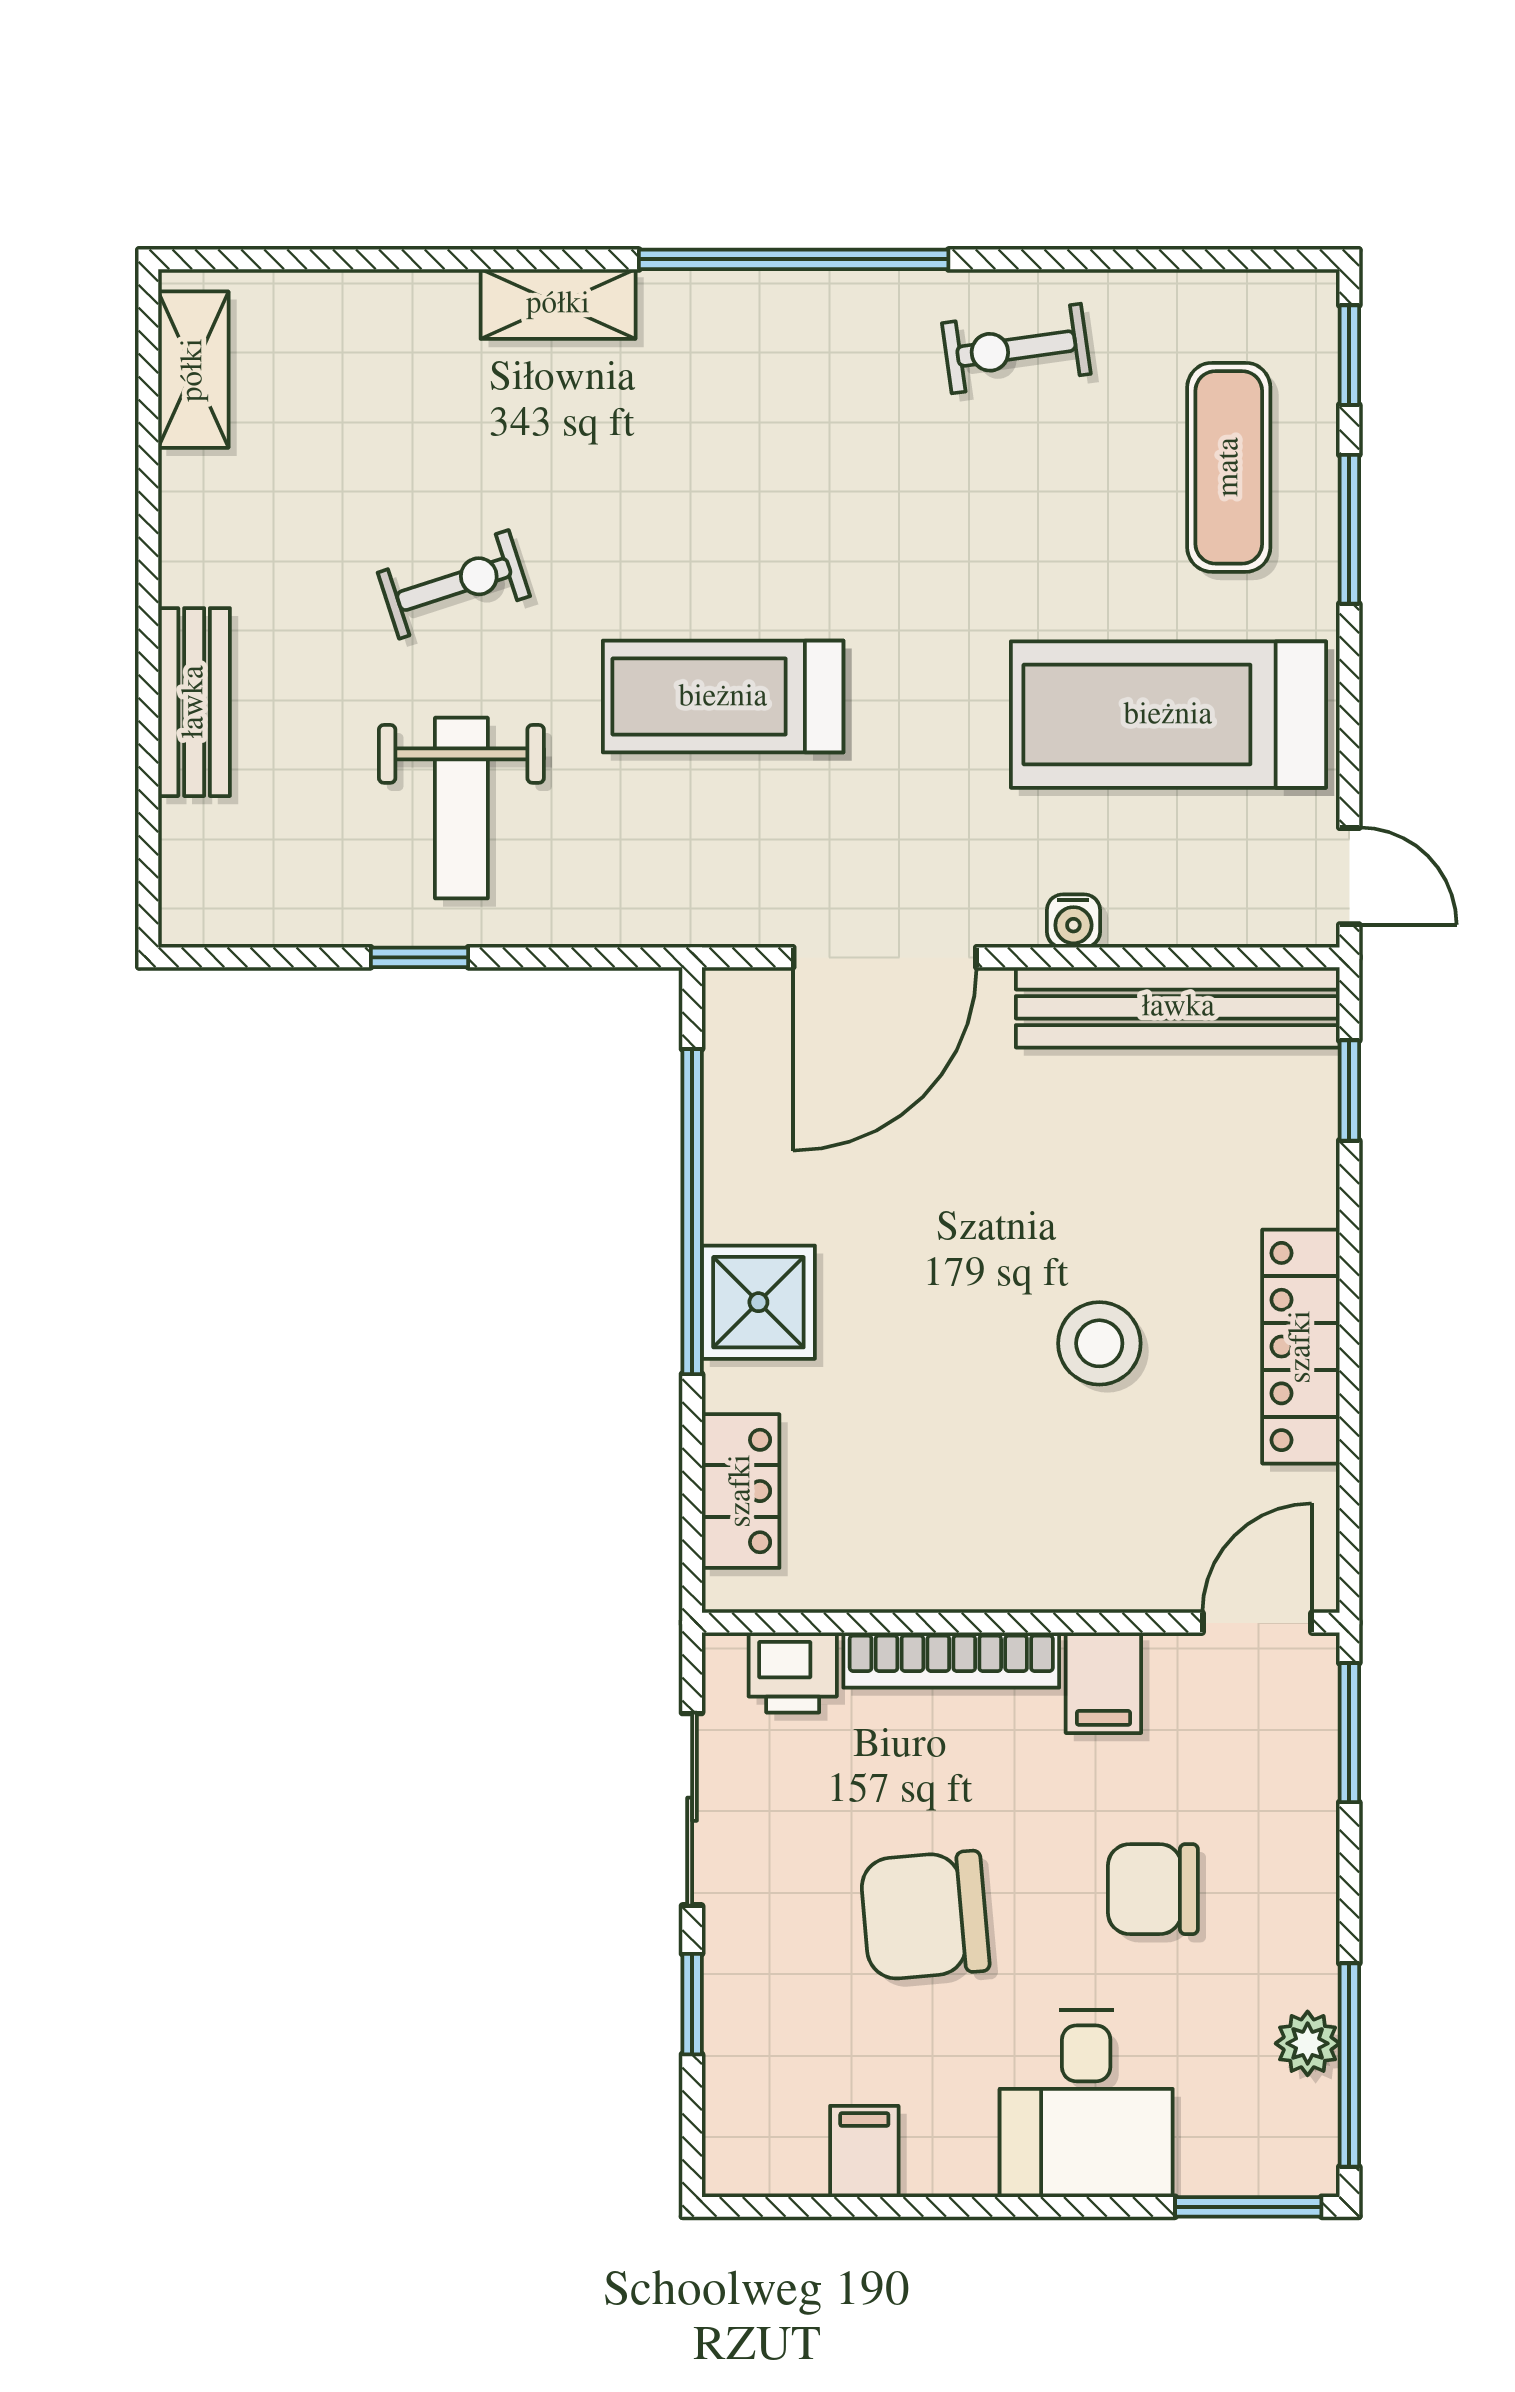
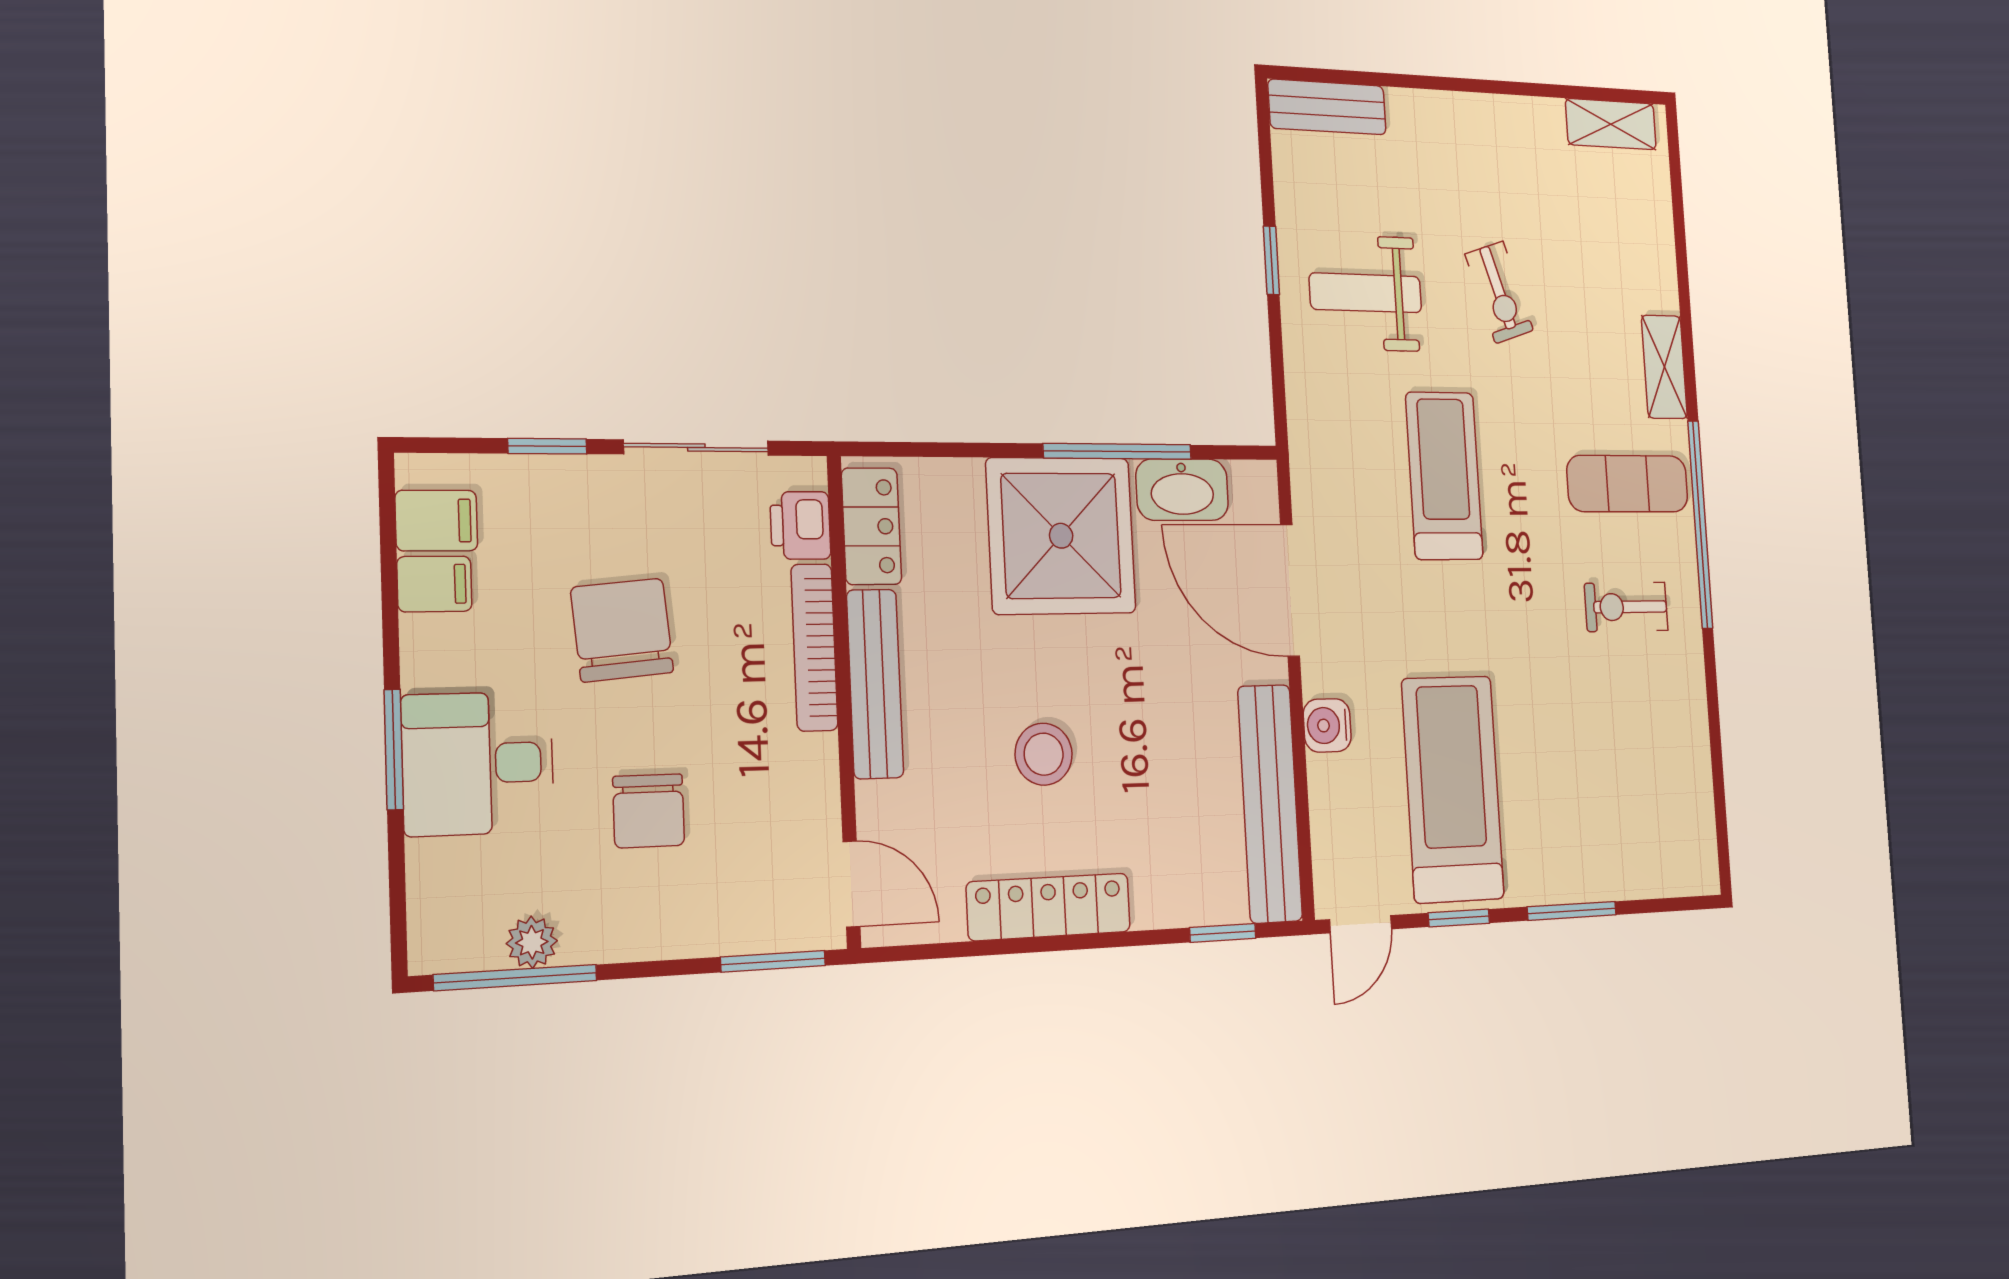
exercise bike: (1016, 349) -> (1626, 607), moved, turned -82
window: (1349, 355) -> (1459, 918), moved
exercise mat: (1229, 467) -> (1628, 484), moved
bench: (194, 702) -> (1327, 107), moved
water cooler: (1073, 921) -> (1327, 725), width x1.38, depth x1.38
washbasin: (744, 1116) -> (1182, 490), added
window: (692, 1212) -> (1118, 451), width x0.68
shower: (758, 1302) -> (1061, 536), width x1.86, depth x1.86
locker: (741, 1491) -> (871, 526), moved, turned -90
bench: (1000, 1578) -> (875, 684), added
filing cabinet: (1103, 1683) -> (436, 521), moved, turned 180
chair: (1153, 1889) -> (649, 811), turned 180
window: (1248, 2207) -> (394, 750), moved

